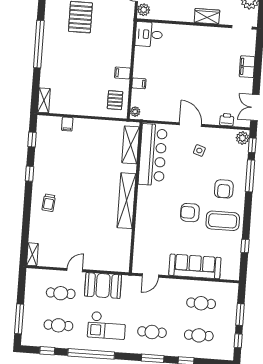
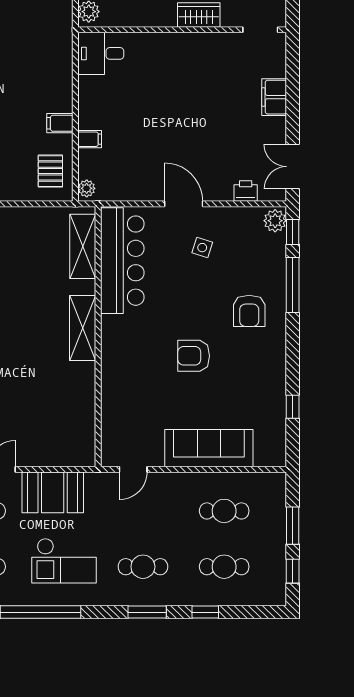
shelving: (126, 201) -> (83, 328), width x0.68
coffee table: (223, 221) -> (251, 366), removed

